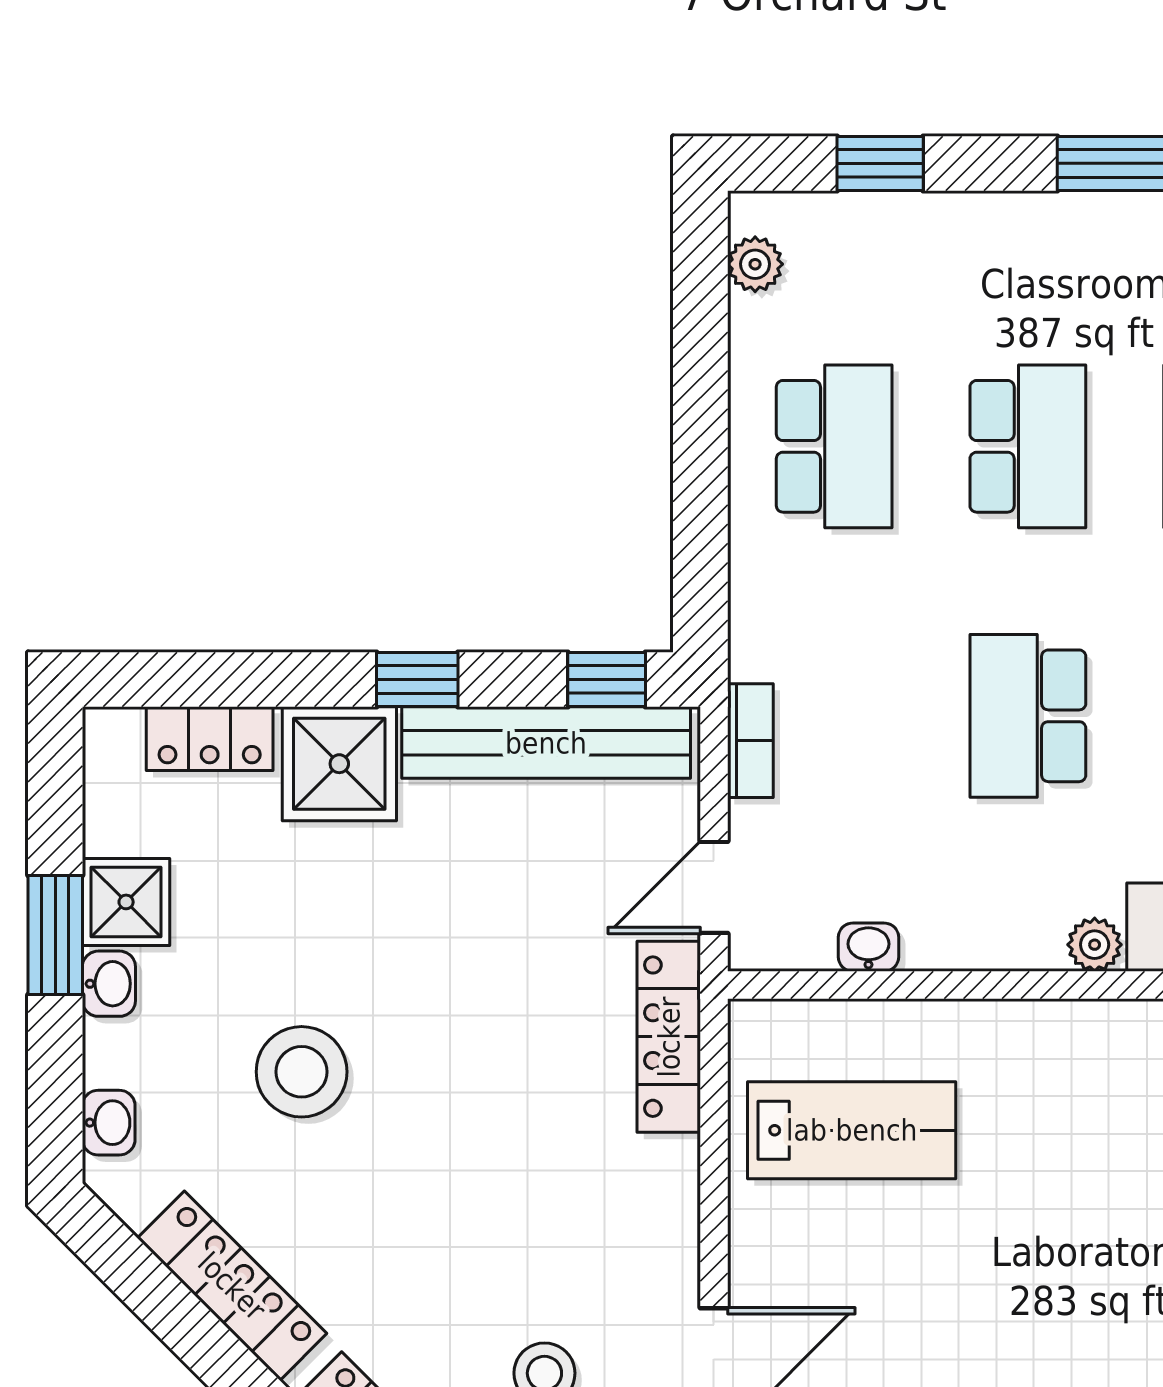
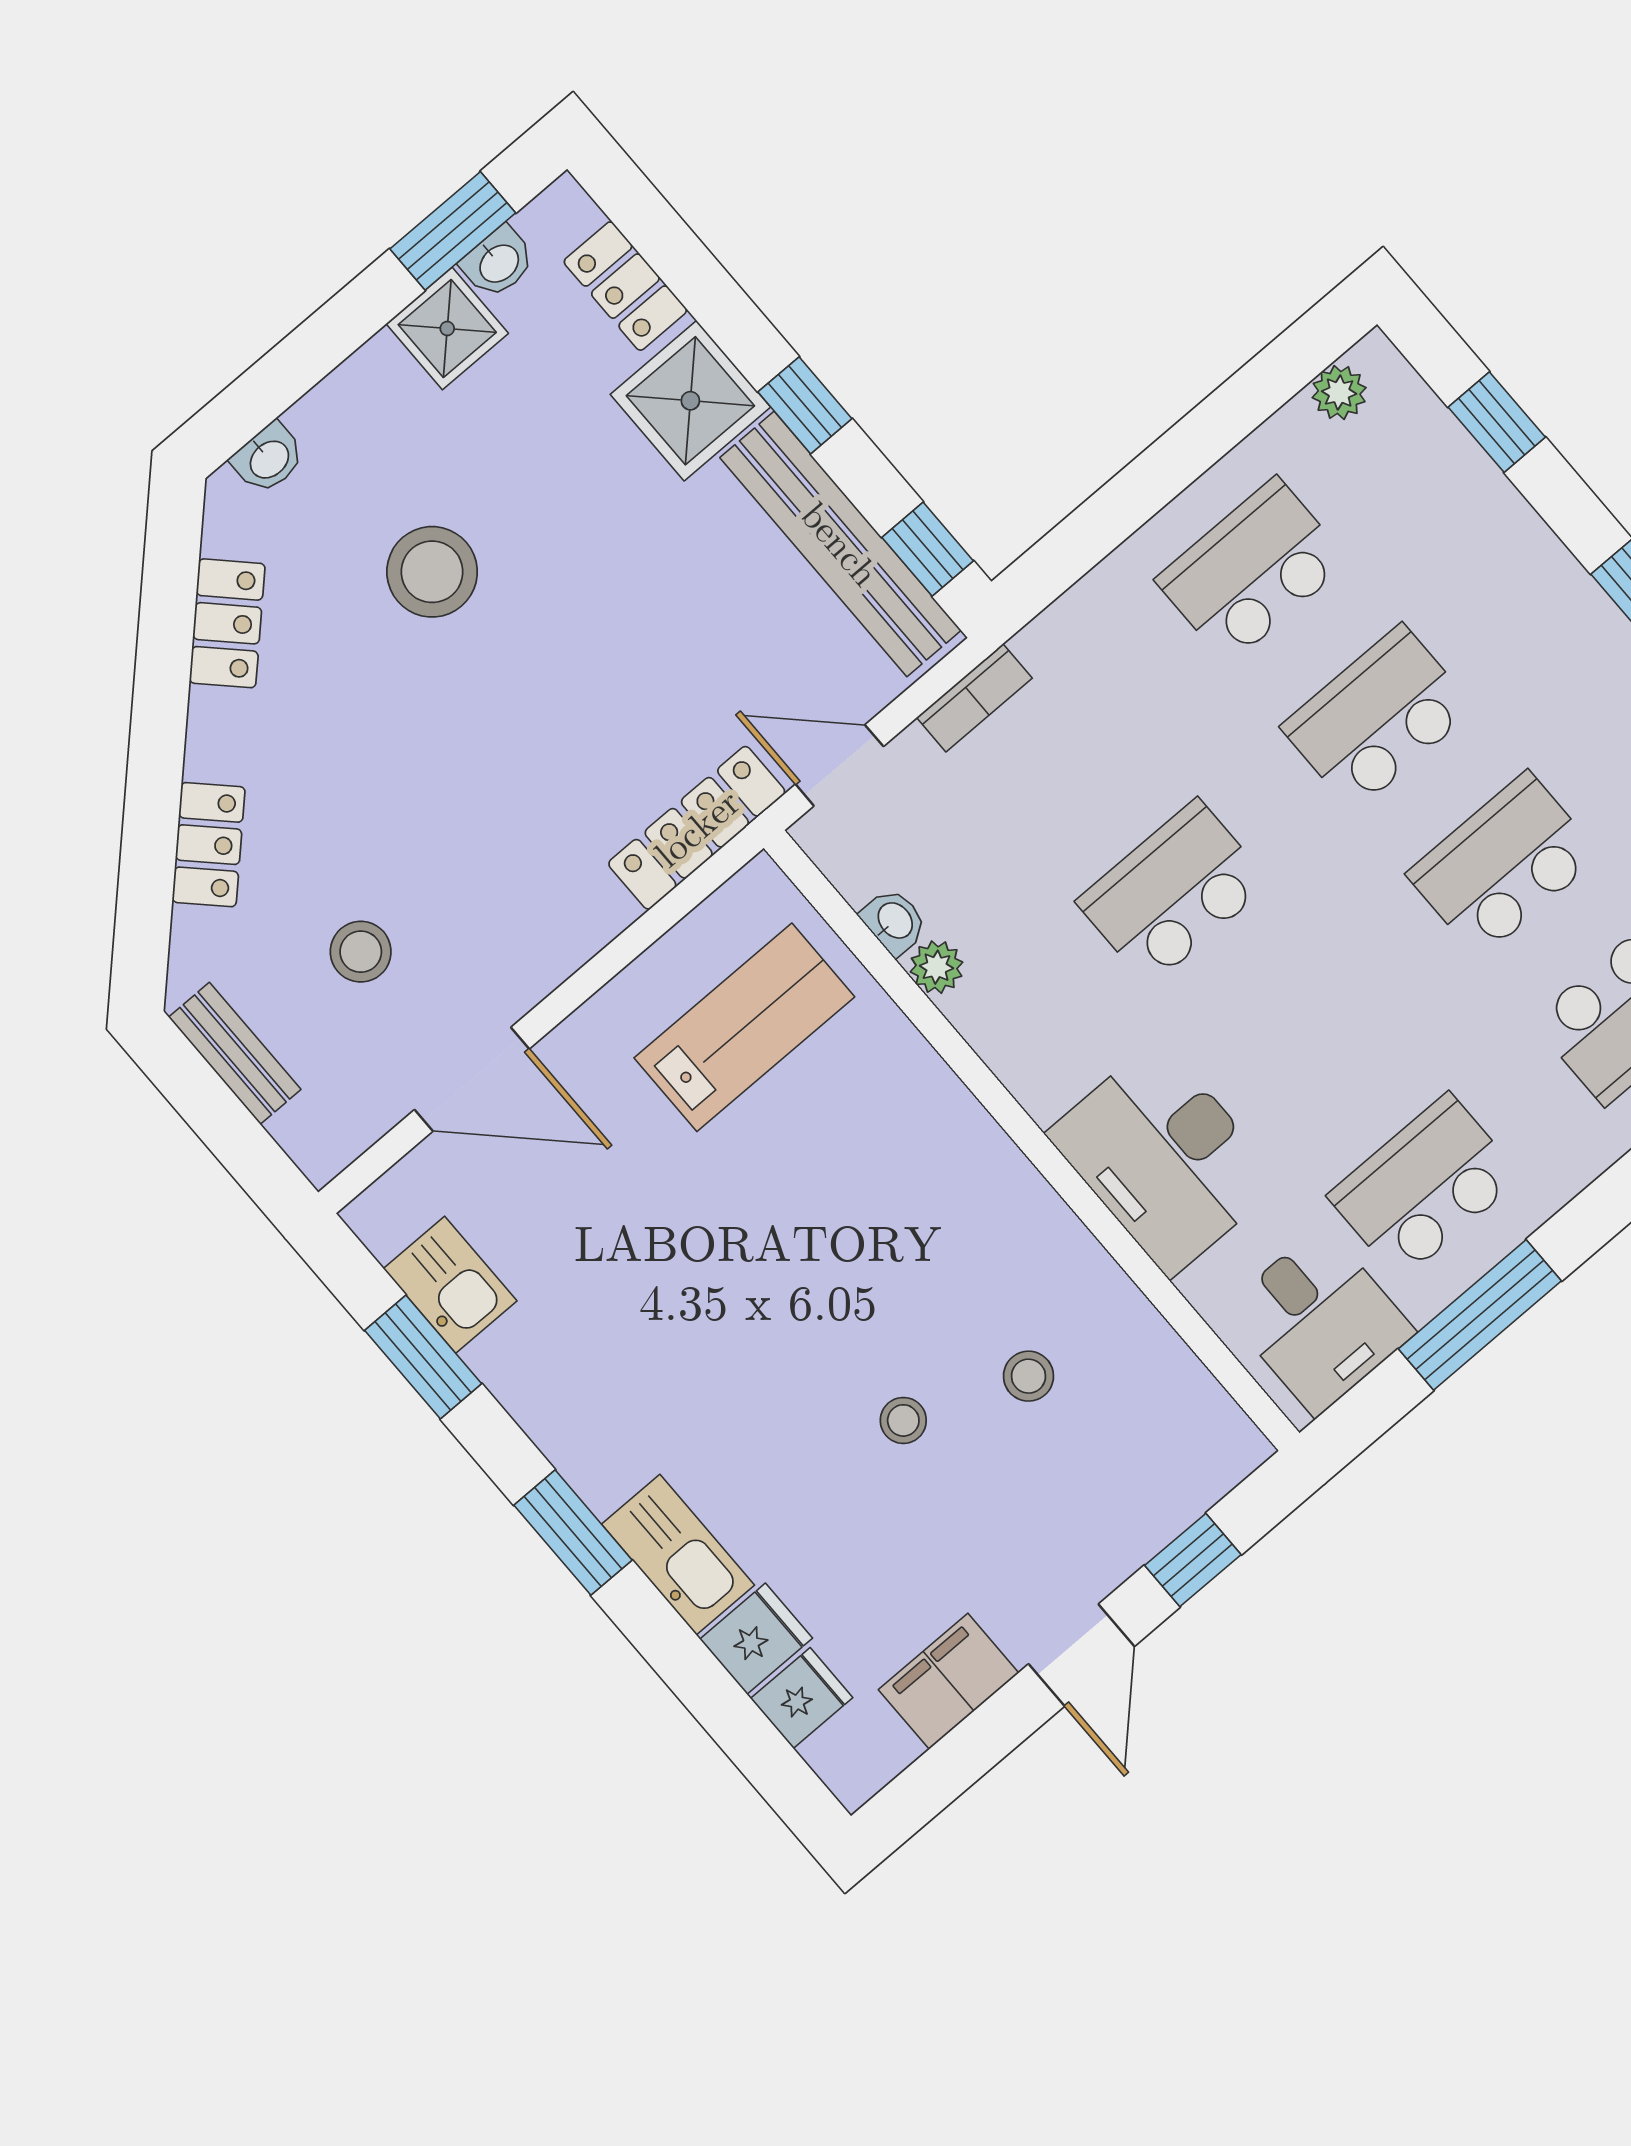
school desk: (834, 446) -> (1252, 571), turned 180
school desk: (1028, 446) -> (1378, 718), turned 180
window: (55, 935) -> (453, 231), moved
plant: (1095, 945) -> (937, 967), moved
washbasin: (109, 984) -> (498, 262), moved
lab bench: (852, 1130) -> (744, 1027), turned -90
locker: (232, 1286) -> (227, 623), width x0.66

